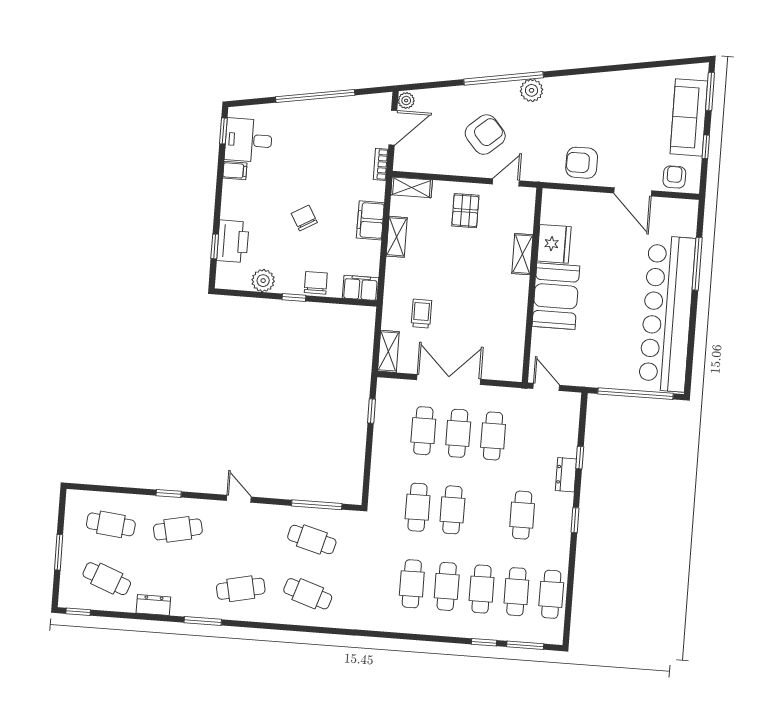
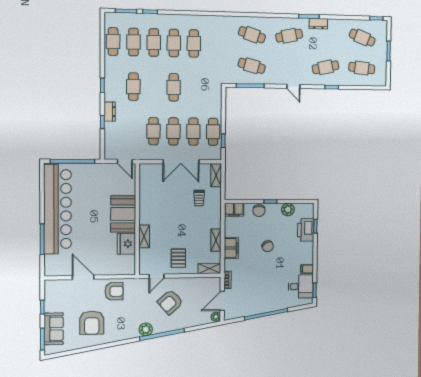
sofa: (689, 117) -> (54, 329), width x0.73
armchair: (674, 177) -> (92, 323), moved, width x1.88, depth x1.88
cafe table: (418, 507) -> (213, 132), moved
dresser: (153, 605) -> (318, 24), moved

